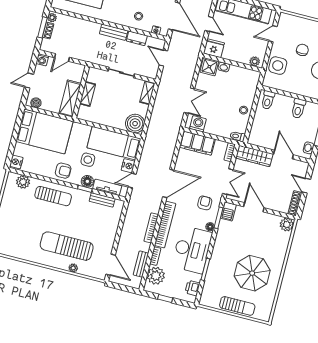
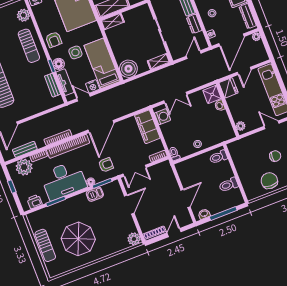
side table: (278, 66) -> (250, 146), removed
shelving: (88, 94) -> (112, 22), moved
wardrobe: (254, 156) -> (169, 177), removed
door: (168, 183) -> (101, 126), hinge flipped
barbecue: (228, 211) -> (95, 194), moved

